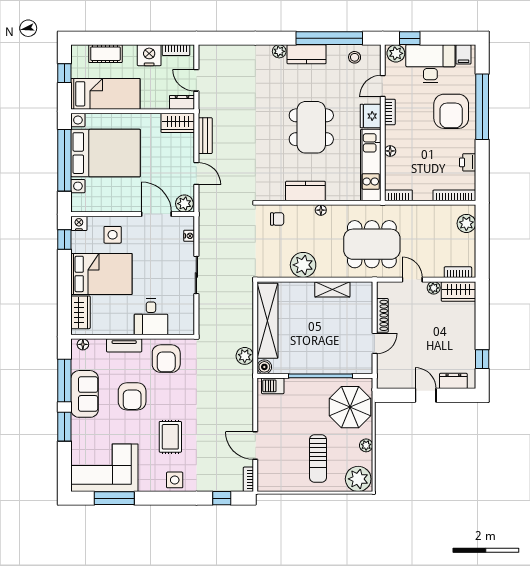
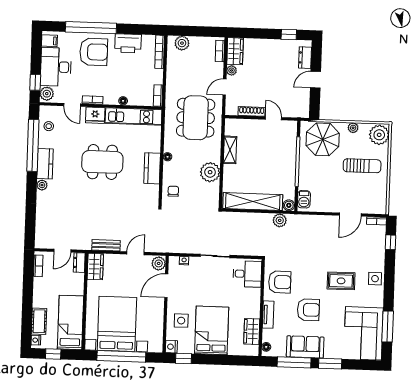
nightstand: (149, 55) -> (36, 340), moved, width x0.53, depth x0.56
printer: (468, 162) -> (128, 43), width x1.87, depth x1.48
wardrobe: (81, 312) -> (252, 332), moved, turned -90
desk: (151, 317) -> (247, 274), moved

